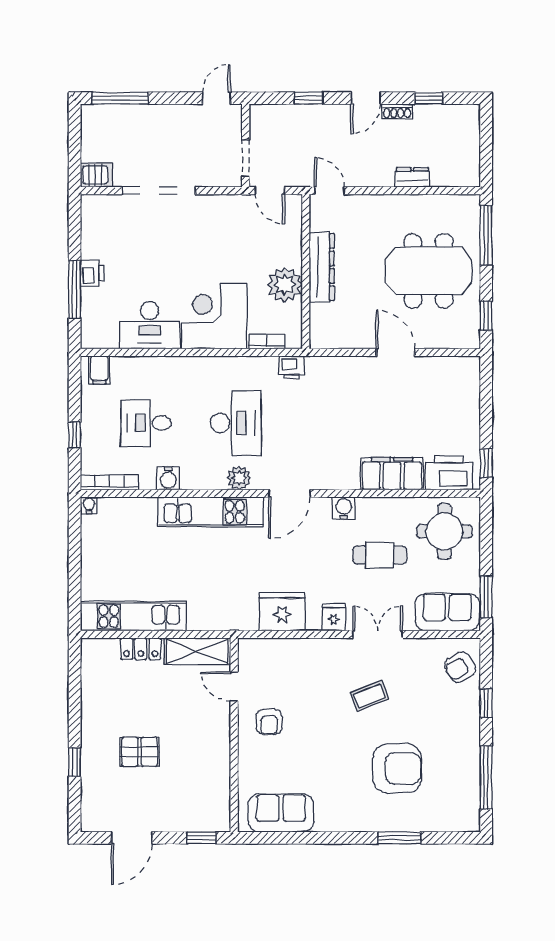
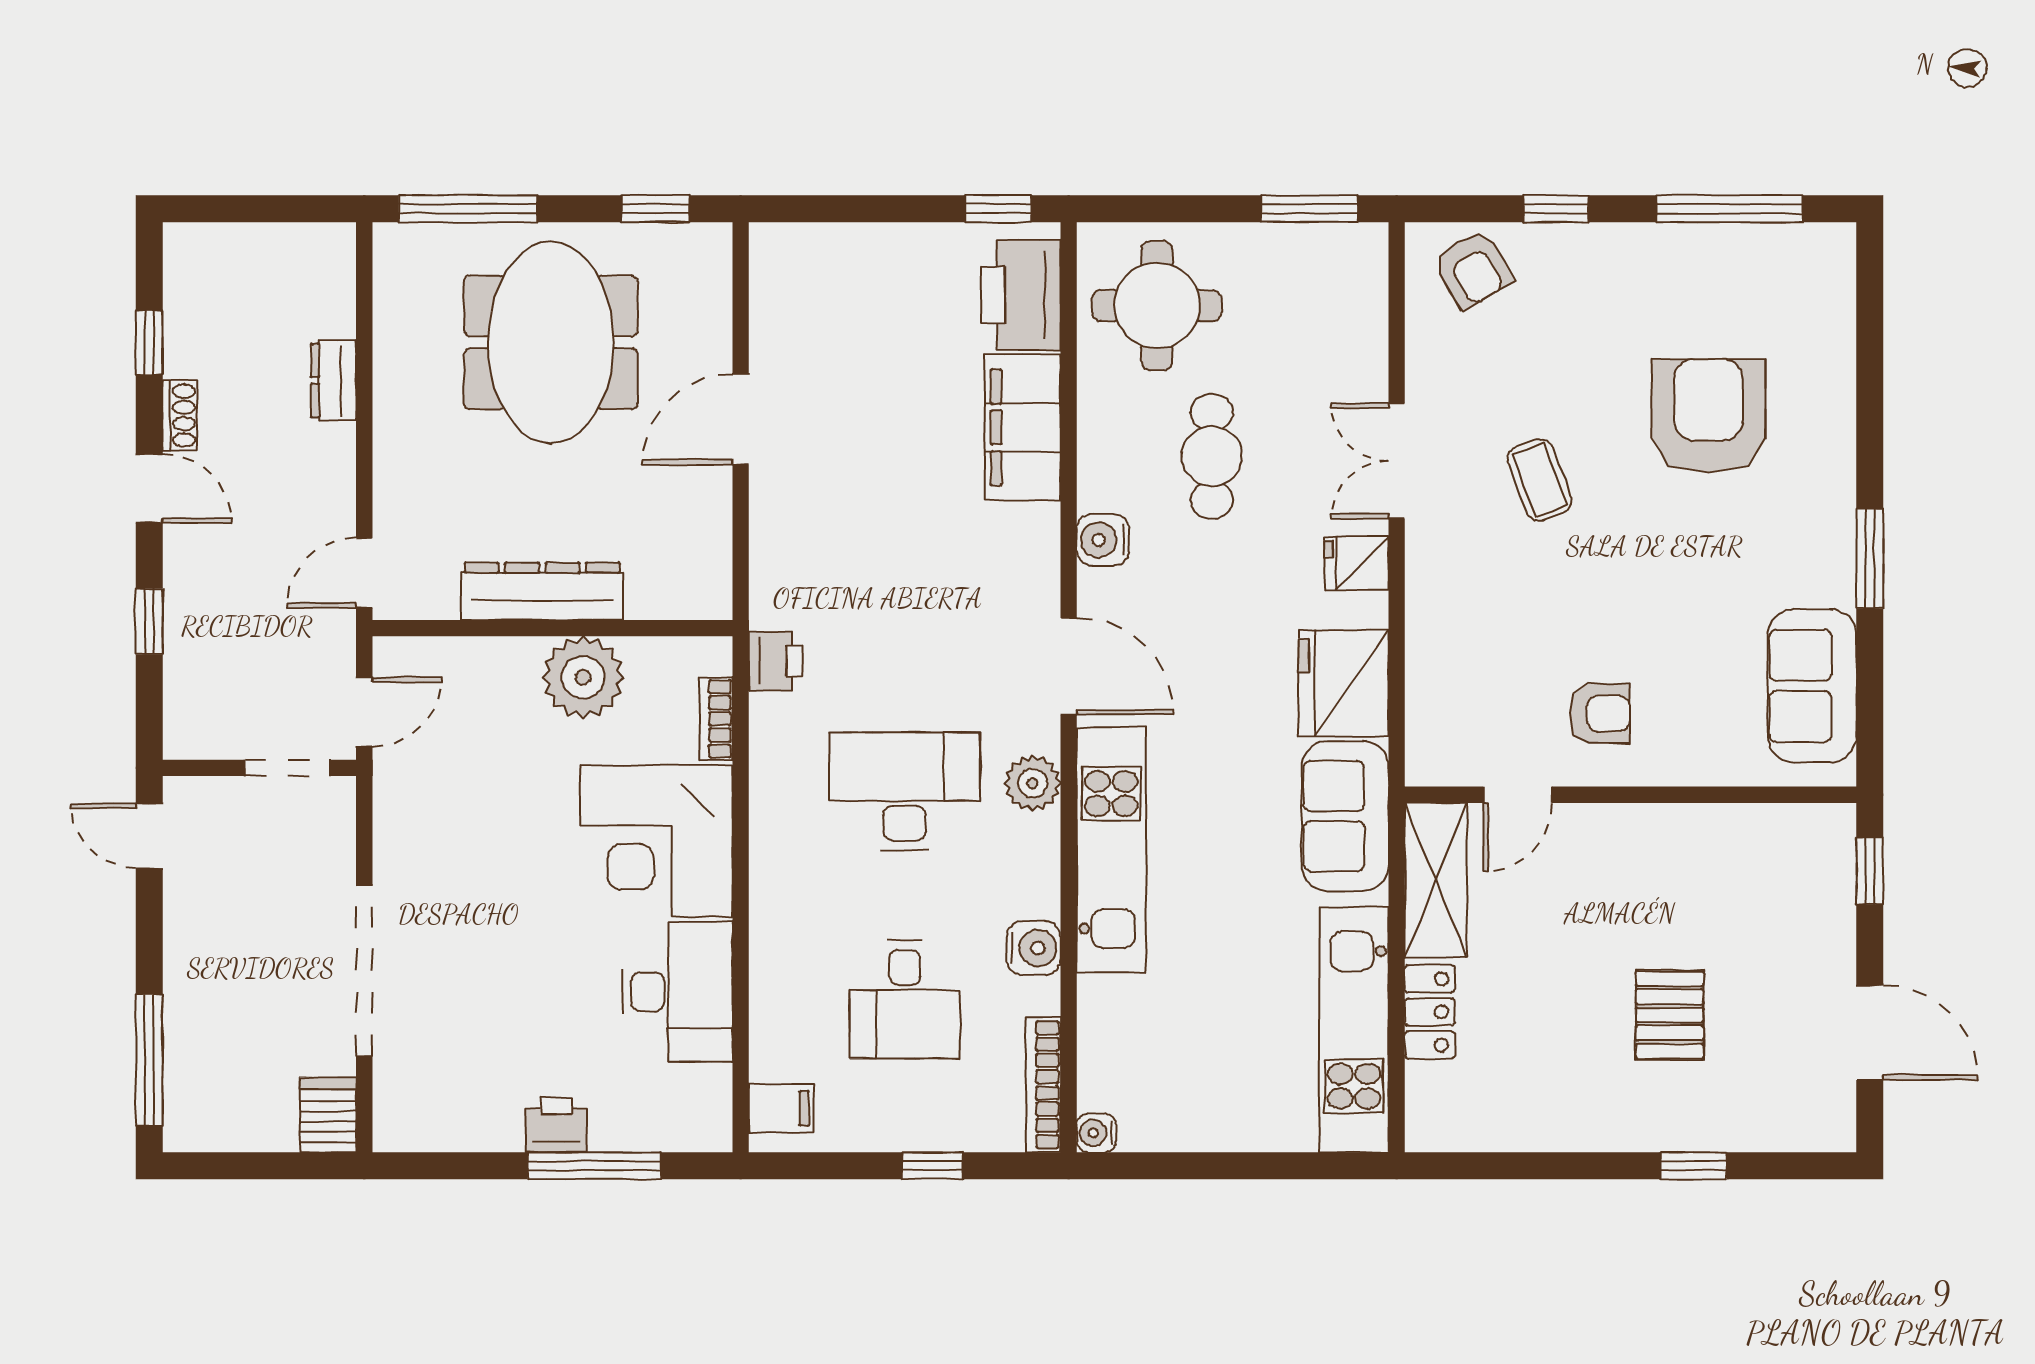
sofa: (447, 612) -> (1345, 816), moved
window: (400, 838) -> (1870, 558), moved

